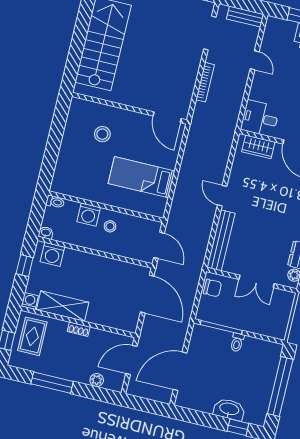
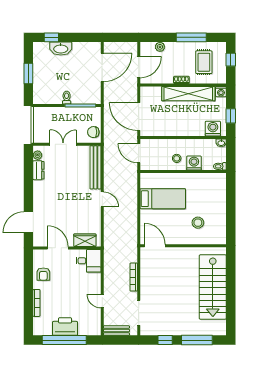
shelving: (63, 306) -> (188, 94), width x1.47
rug: (32, 336) -> (204, 62), moved
window: (280, 386) -> (28, 74), width x0.47

